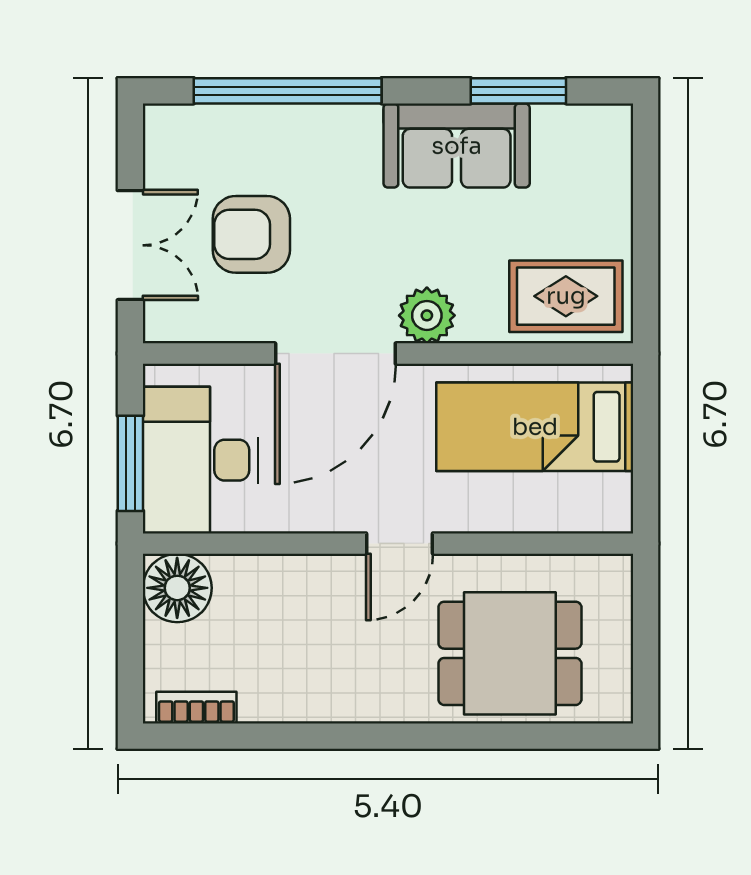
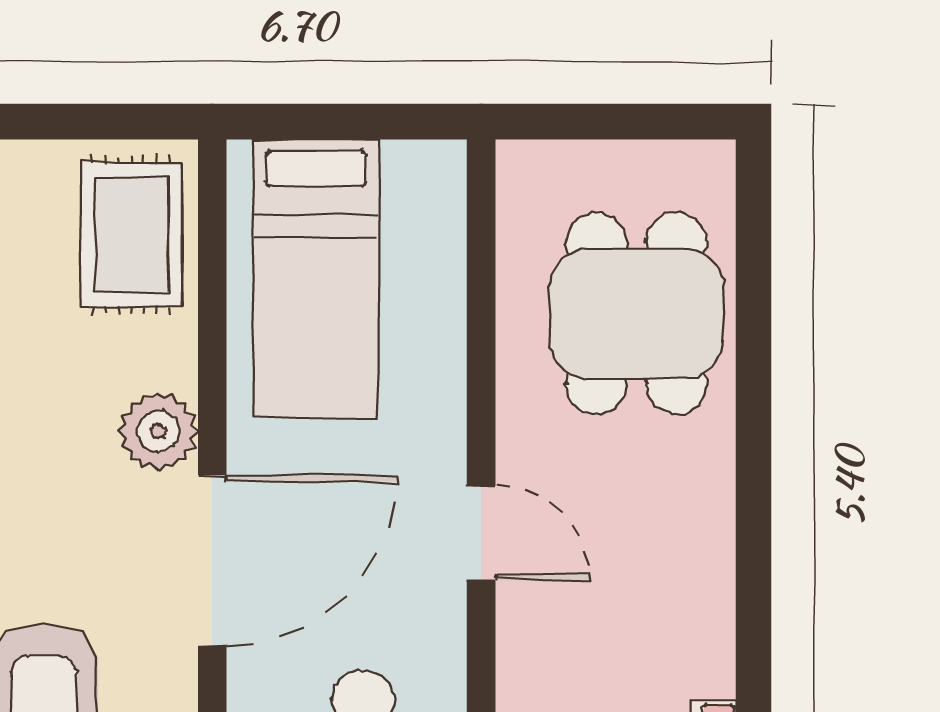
door: (335, 354) -> (212, 560), hinge flipped
door: (400, 544) -> (481, 533), moved

